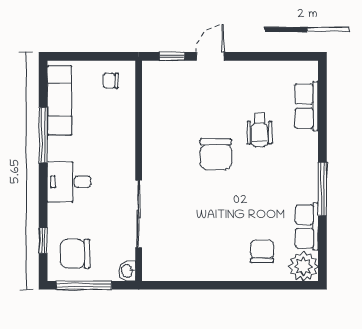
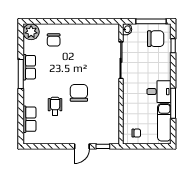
desk: (69, 182) -> (159, 92), moved
row of seats: (307, 226) -> (29, 67), moved

